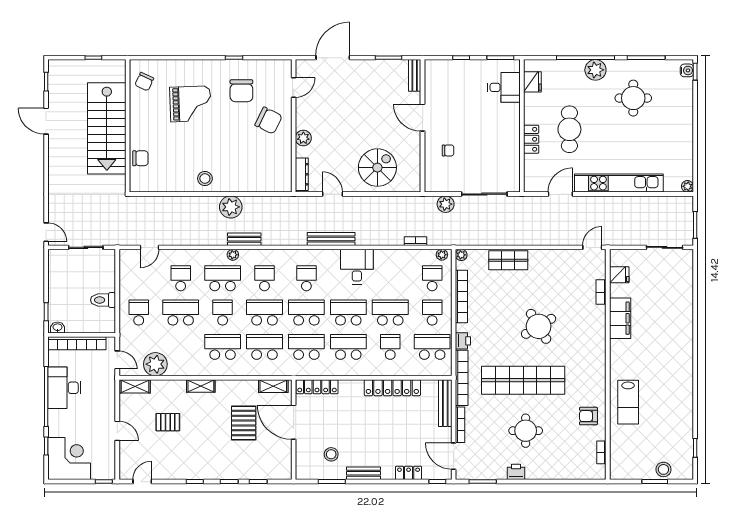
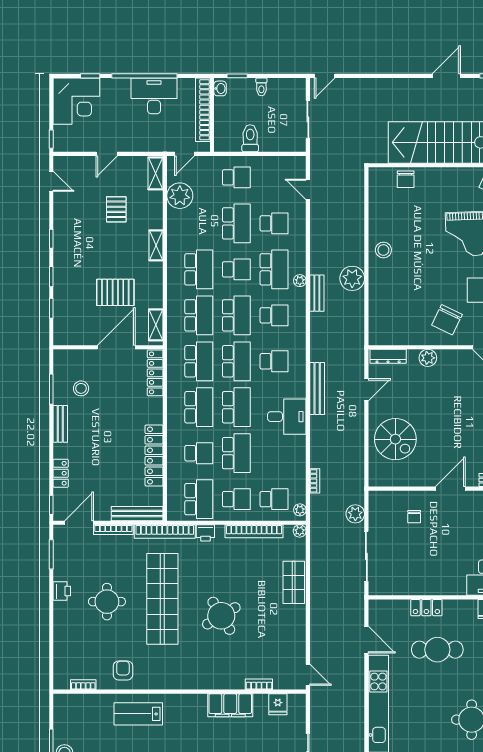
toilet: (56, 290) -> (261, 87), added

